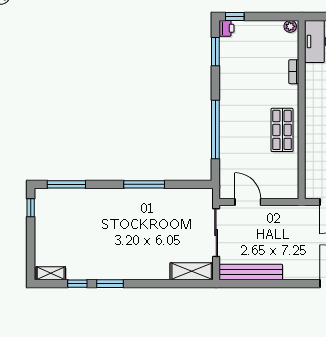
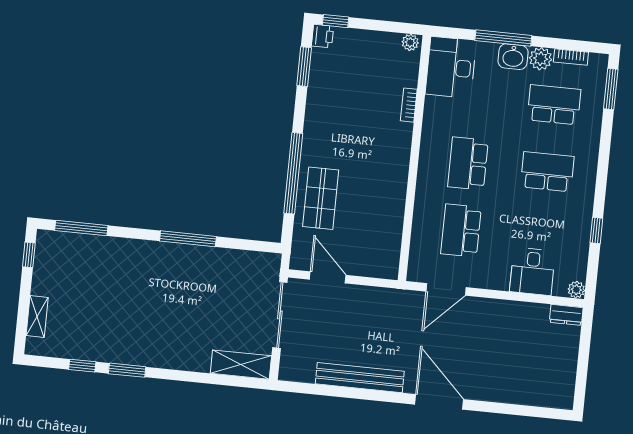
shop shelf: (282, 130) -> (321, 198), moved
bench: (251, 272) -> (360, 378), moved
shelving: (51, 273) -> (37, 316), moved, turned 90

